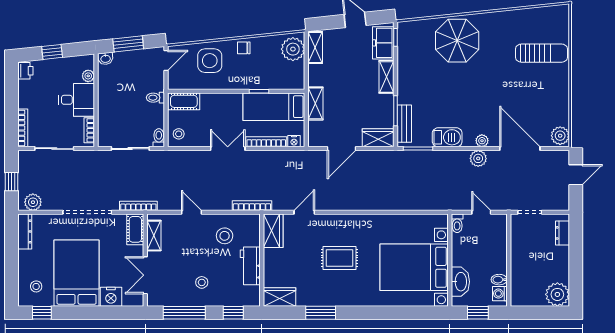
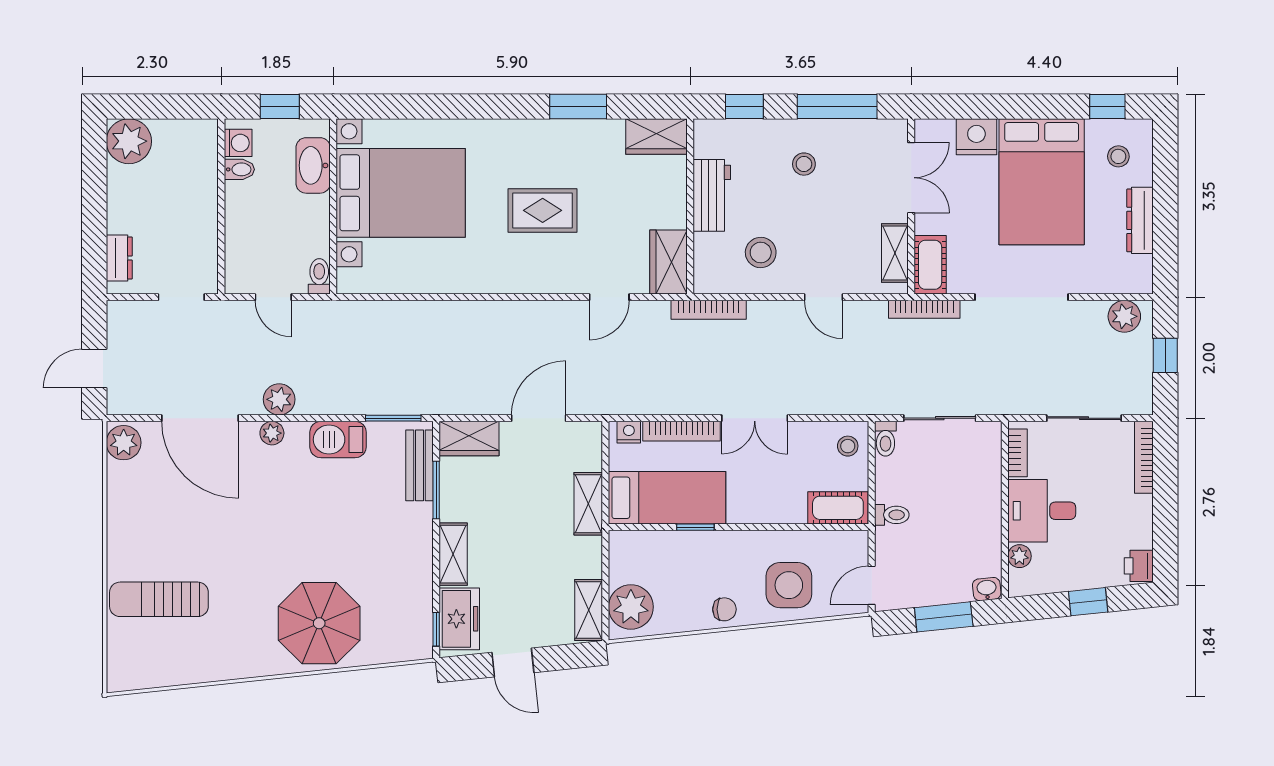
dresser: (25, 231) -> (1140, 220), moved

